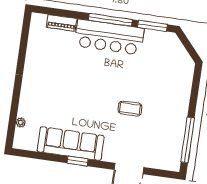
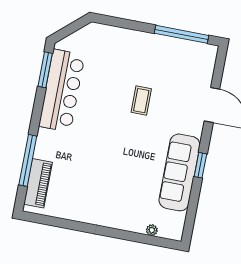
window: (110, 20) -> (28, 160), moved
piano: (62, 23) -> (38, 183), width x1.37, depth x1.33
bar counter: (109, 37) -> (62, 91), moved

